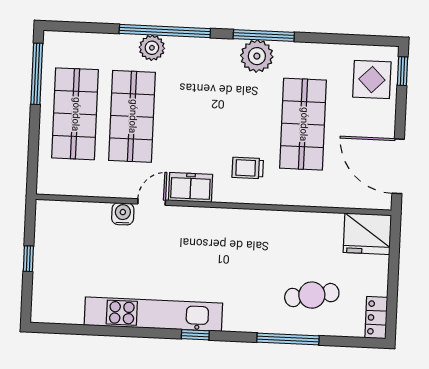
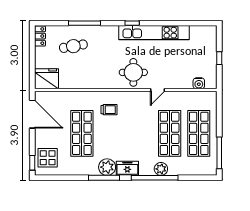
freezer: (190, 187) -> (127, 168), moved, turned 180
water cooler: (123, 214) -> (199, 83), moved
round table: (197, 239) -> (133, 72), added

